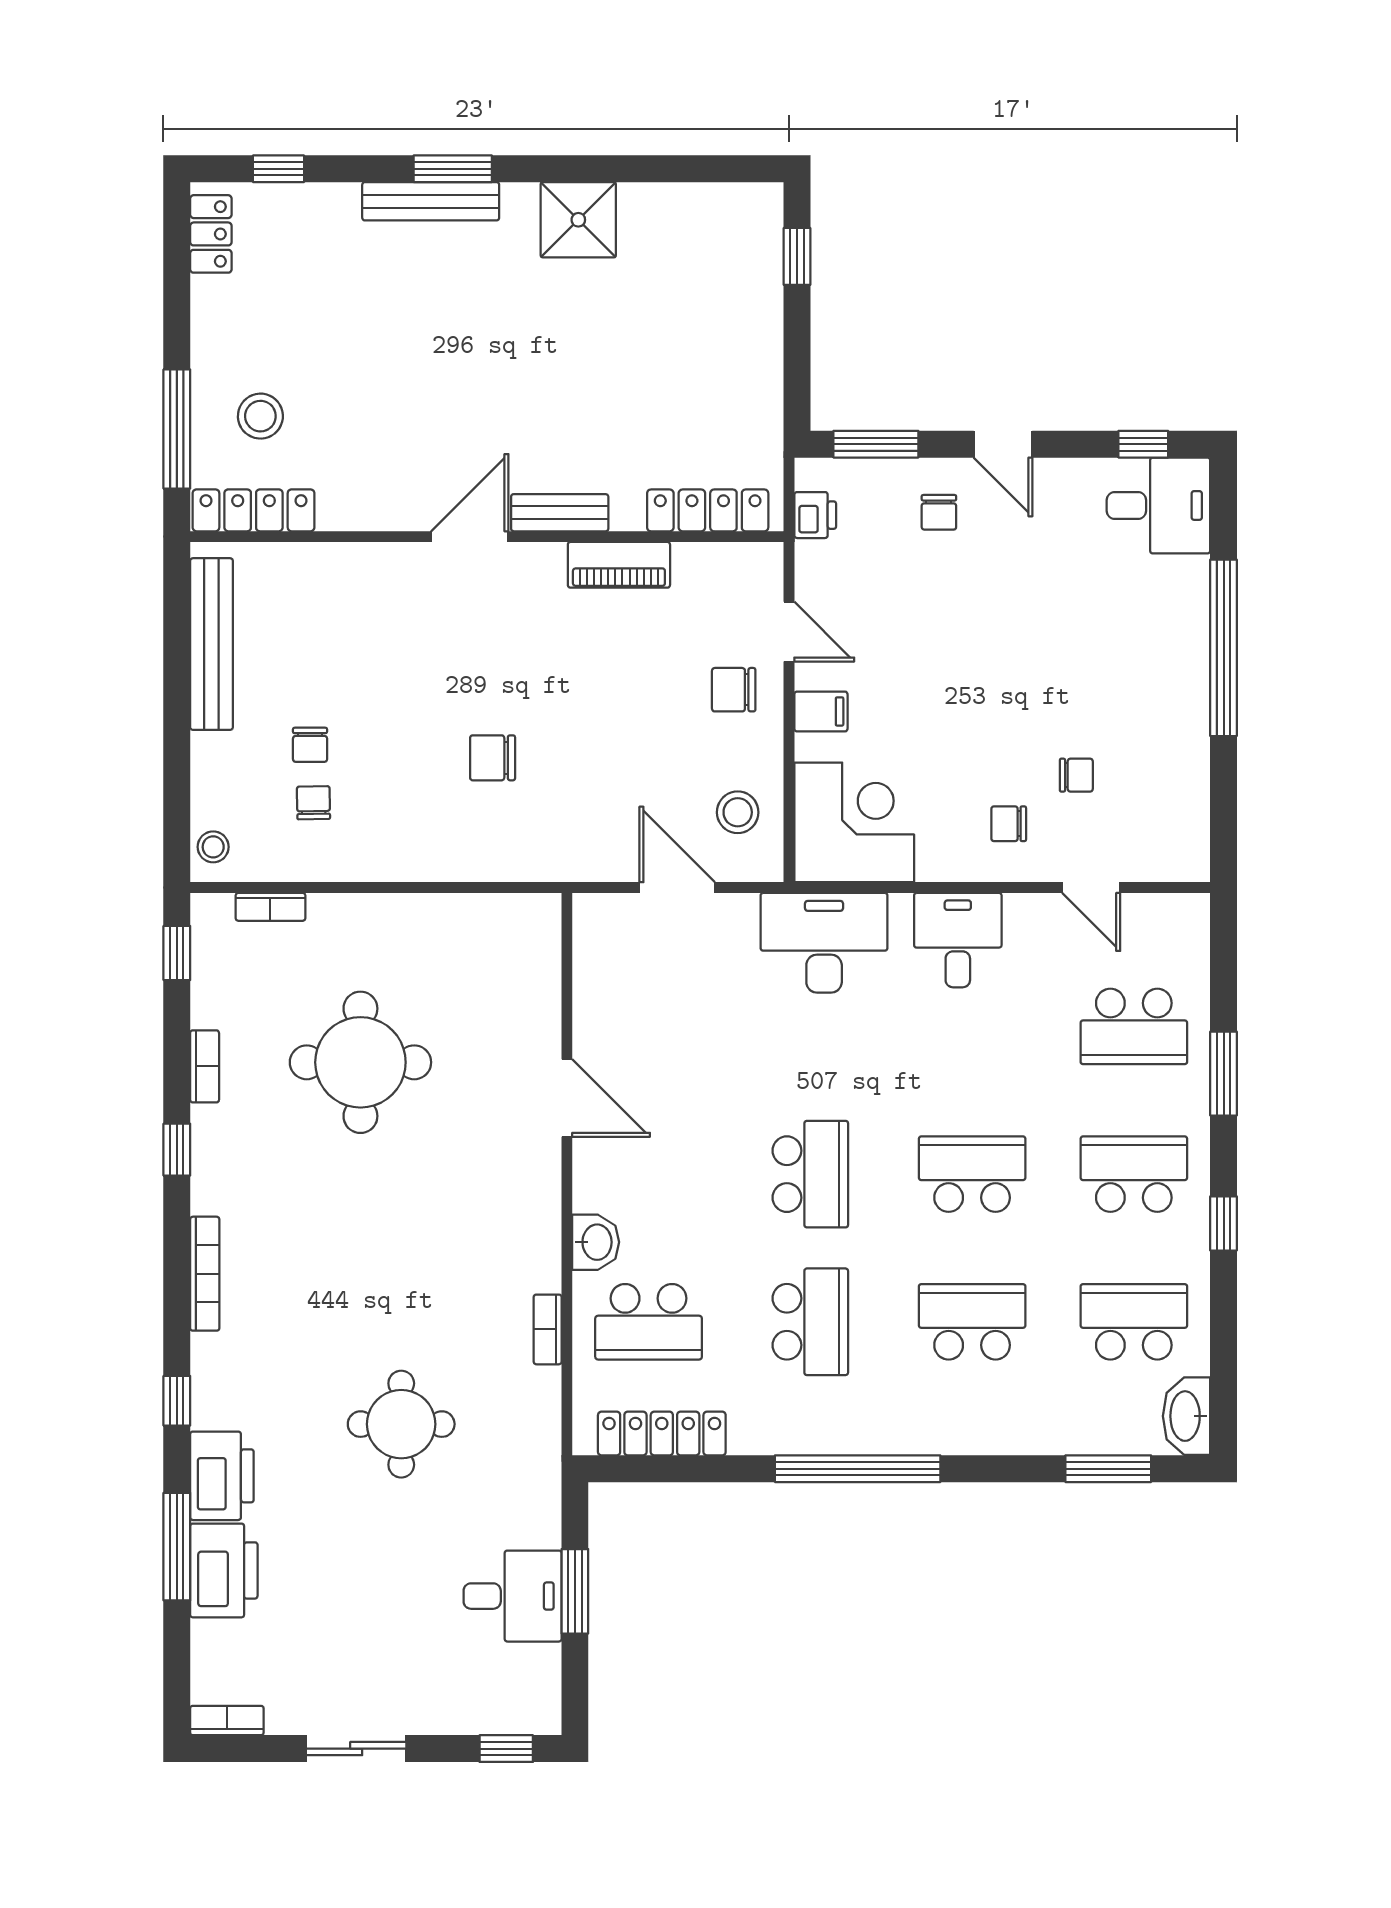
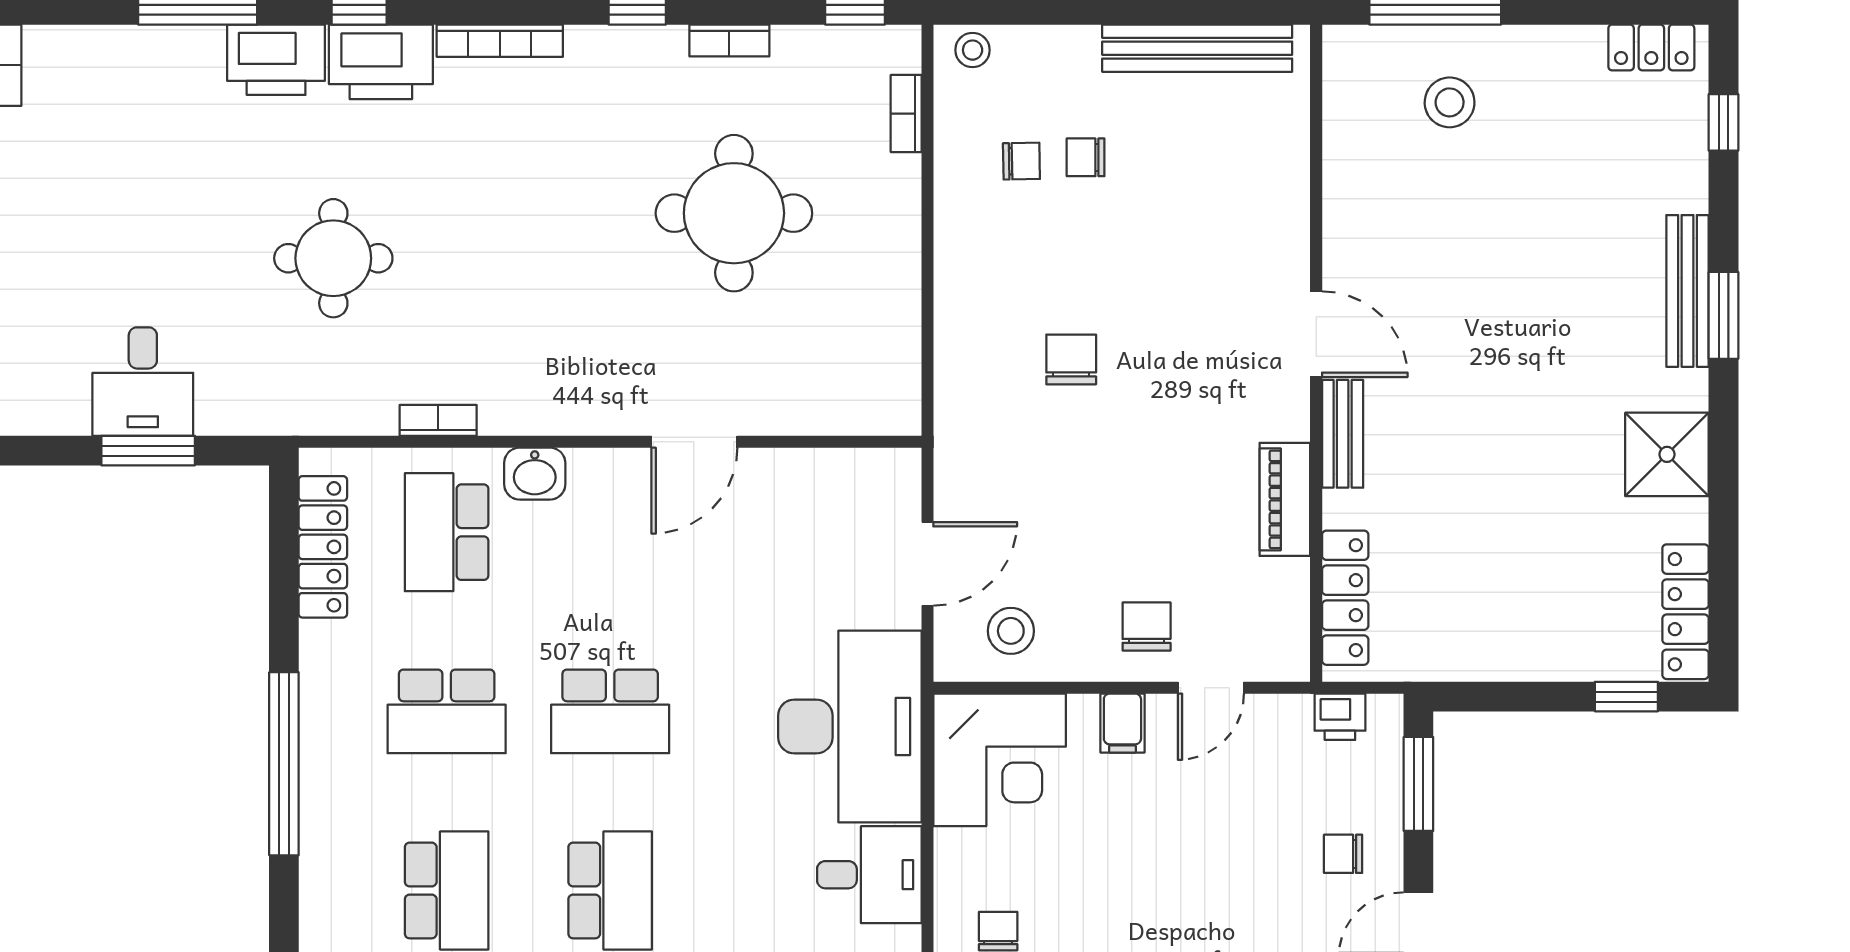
locker: (254, 510) -> (1686, 612), moved, turned 180
desk: (824, 943) -> (850, 726), width x1.36, depth x1.30
printer: (224, 1570) -> (381, 62), moved

